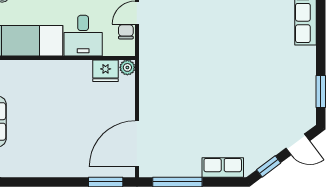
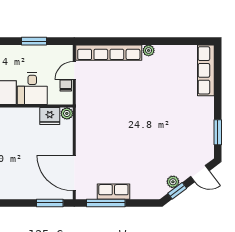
door: (137, 144) -> (74, 173), hinge flipped
plant: (263, 155) -> (173, 182), added
row of seats: (223, 167) -> (113, 192), moved

